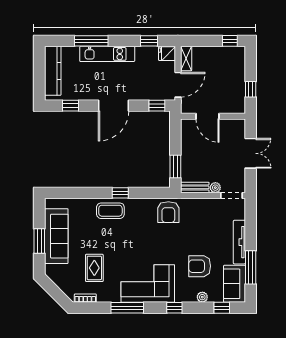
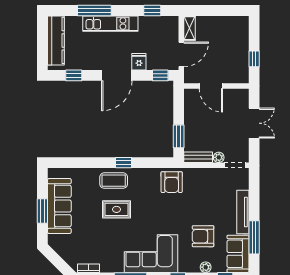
window: (230, 41) -> (233, 10), removed
fridge: (167, 54) -> (139, 62), moved, turned 90
rug: (94, 268) -> (116, 209), moved, turned 90

